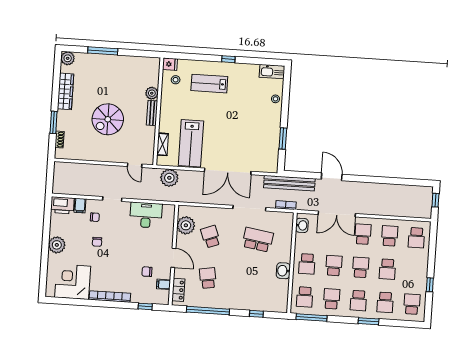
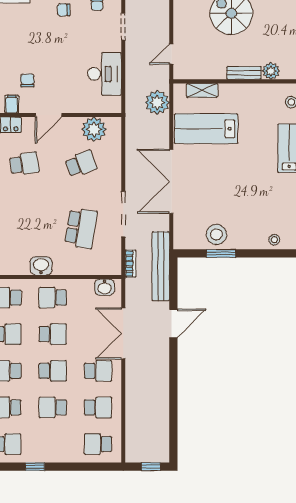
stool: (269, 141) -> (216, 234), added

